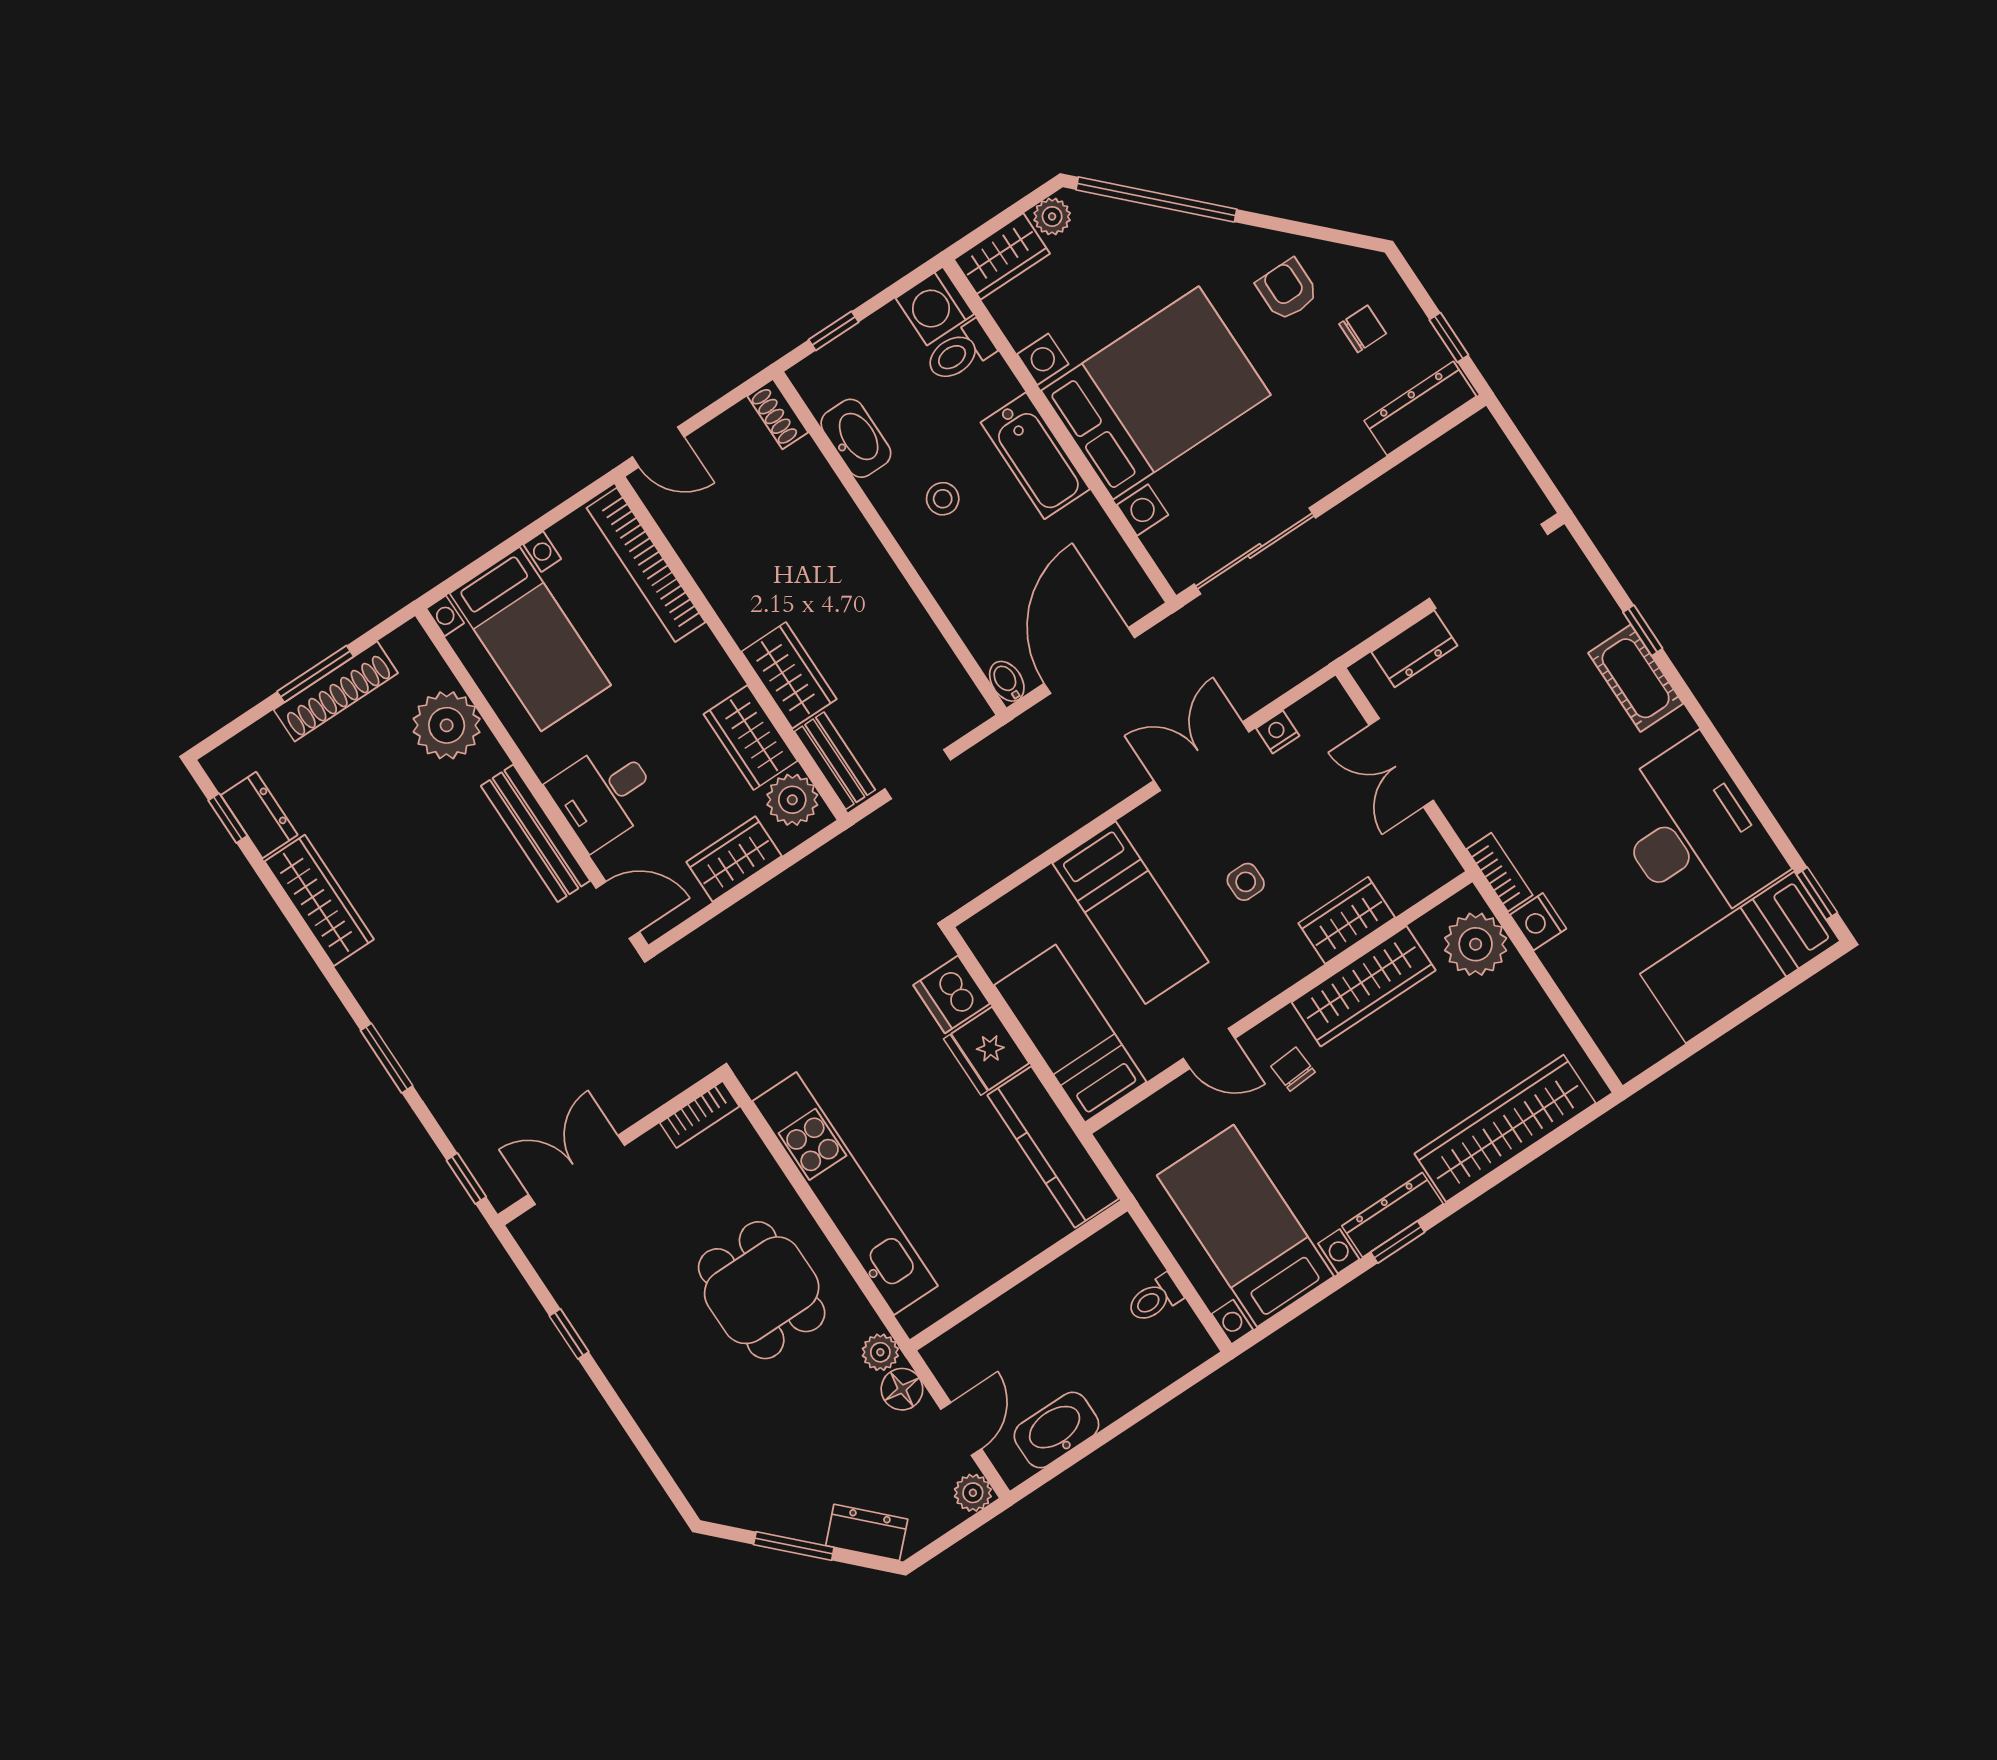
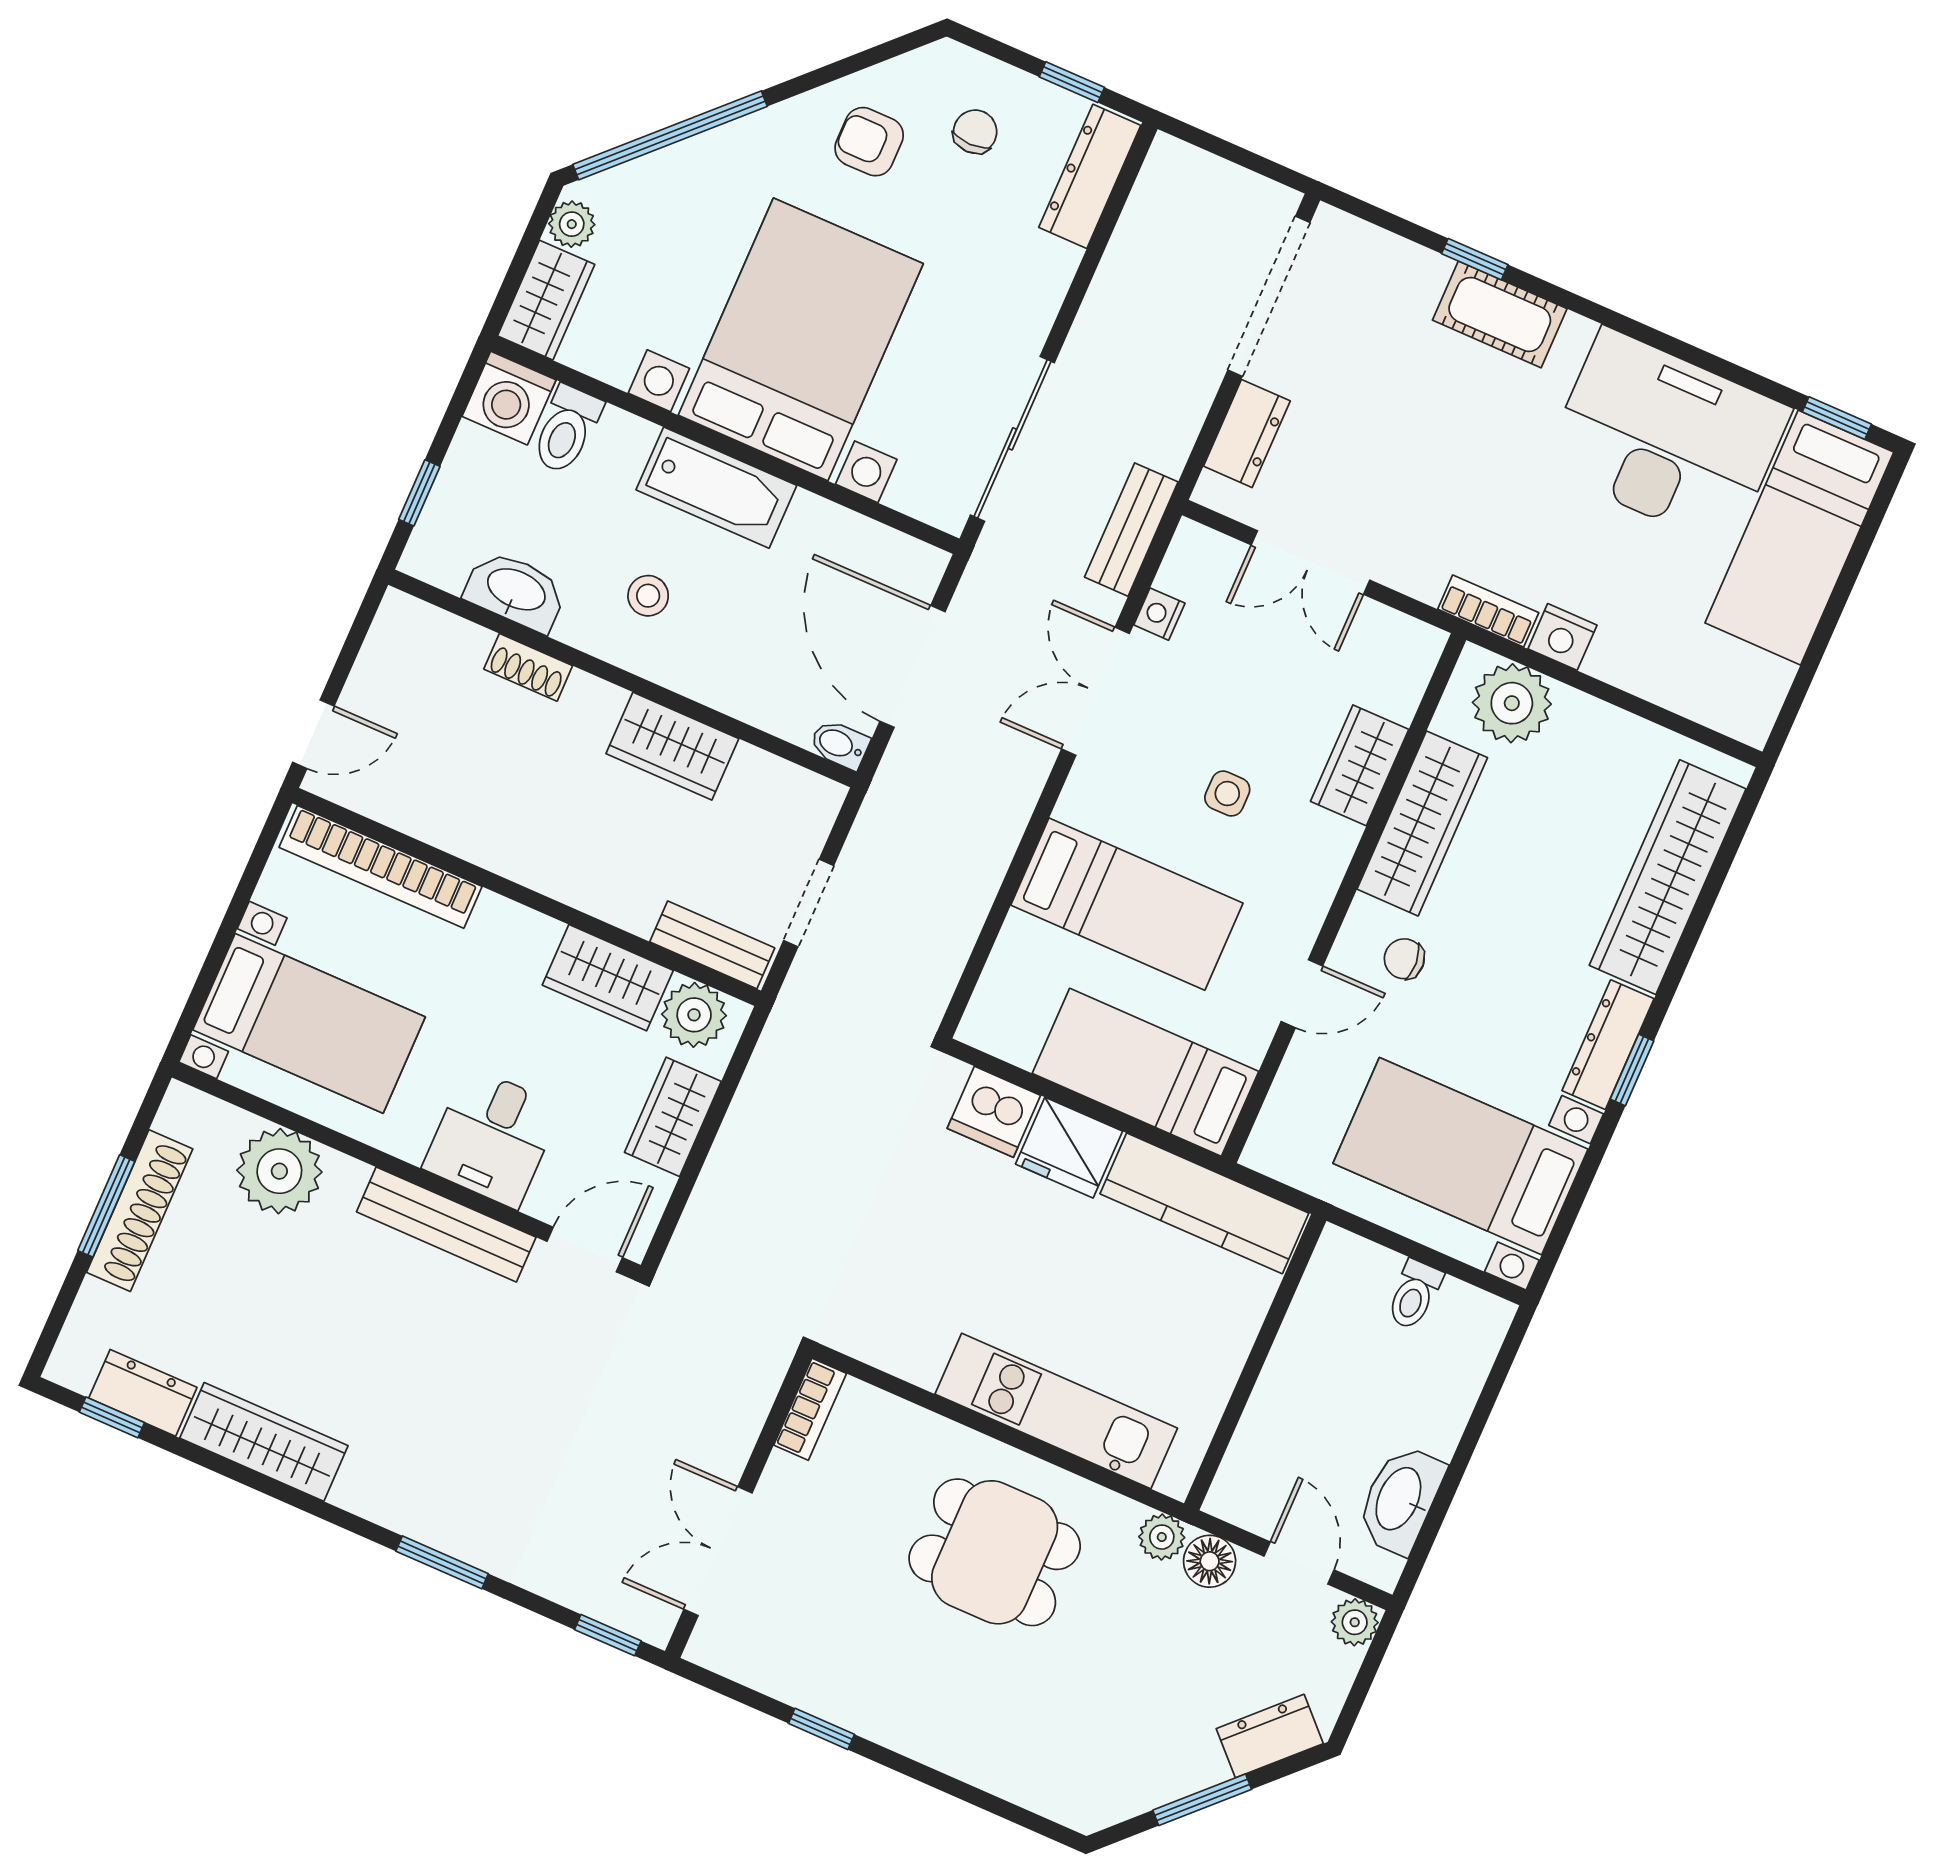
shoe rack: (778, 414) -> (528, 667), moved
bench: (1295, 663) -> (1131, 530), added
wardrobe: (789, 675) -> (672, 746), moved, turned 180
kitchen unit: (845, 1194) -> (1056, 1411), width x0.73

